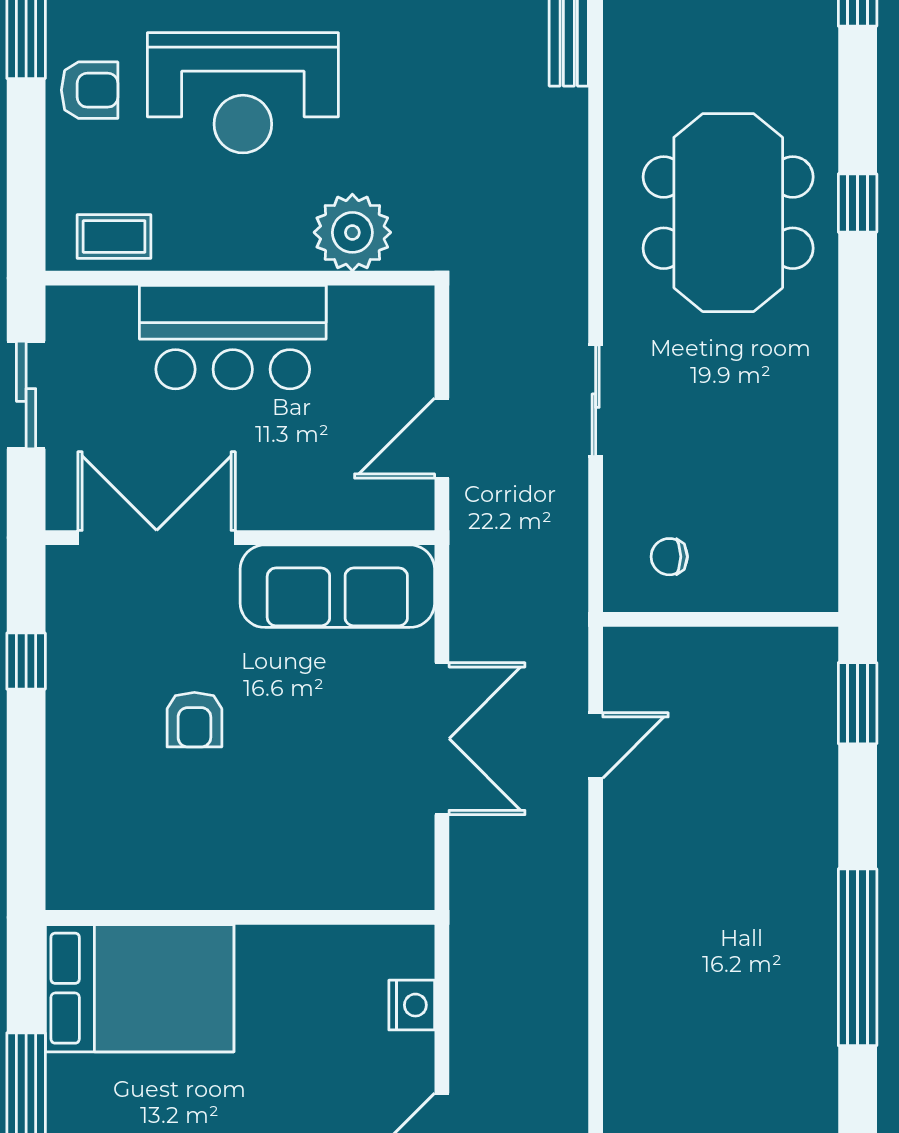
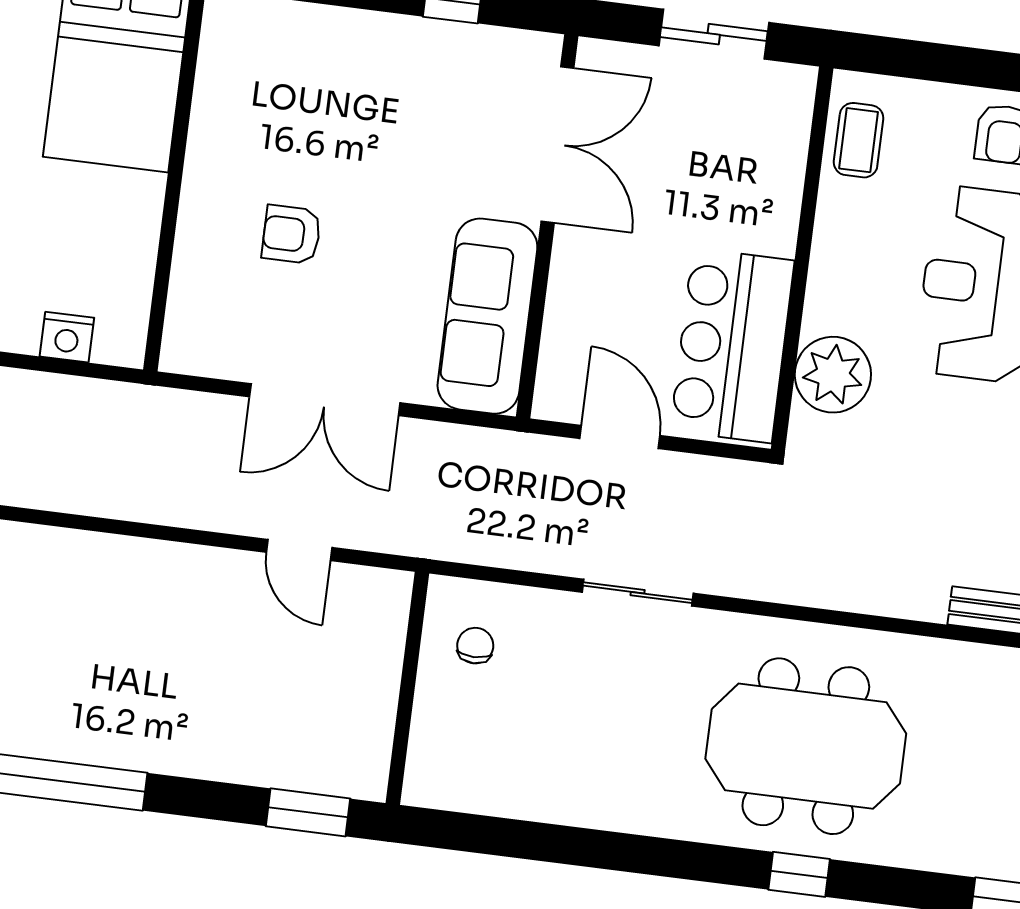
bar counter: (233, 337) -> (732, 346), moved
armchair: (194, 720) -> (291, 235), moved

